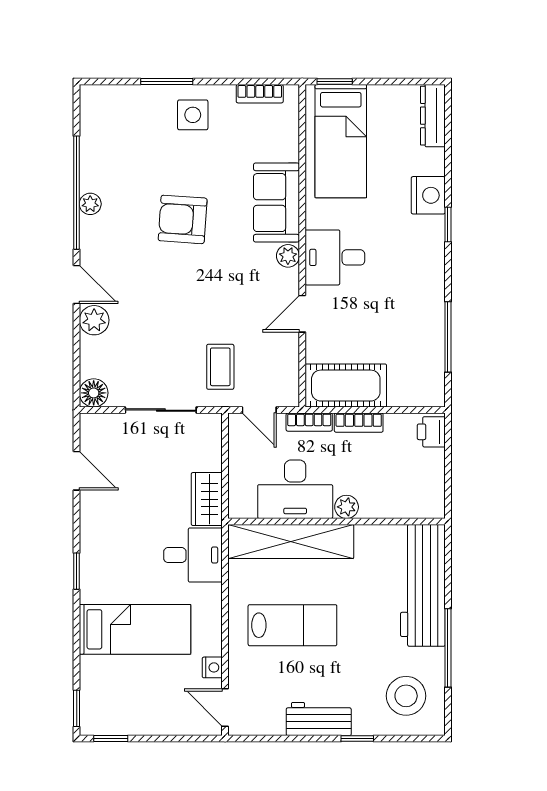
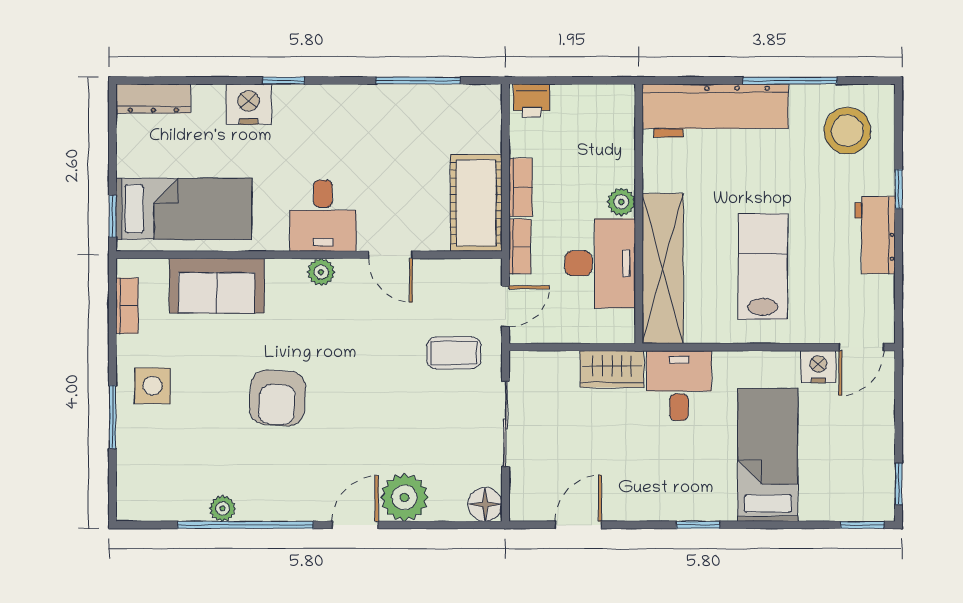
sofa: (276, 203) -> (217, 286), moved
plant: (90, 204) -> (222, 508), moved
plant: (94, 320) -> (404, 497), width x1.36, depth x1.36
nightstand: (212, 667) -> (818, 367), width x1.39, depth x1.35

